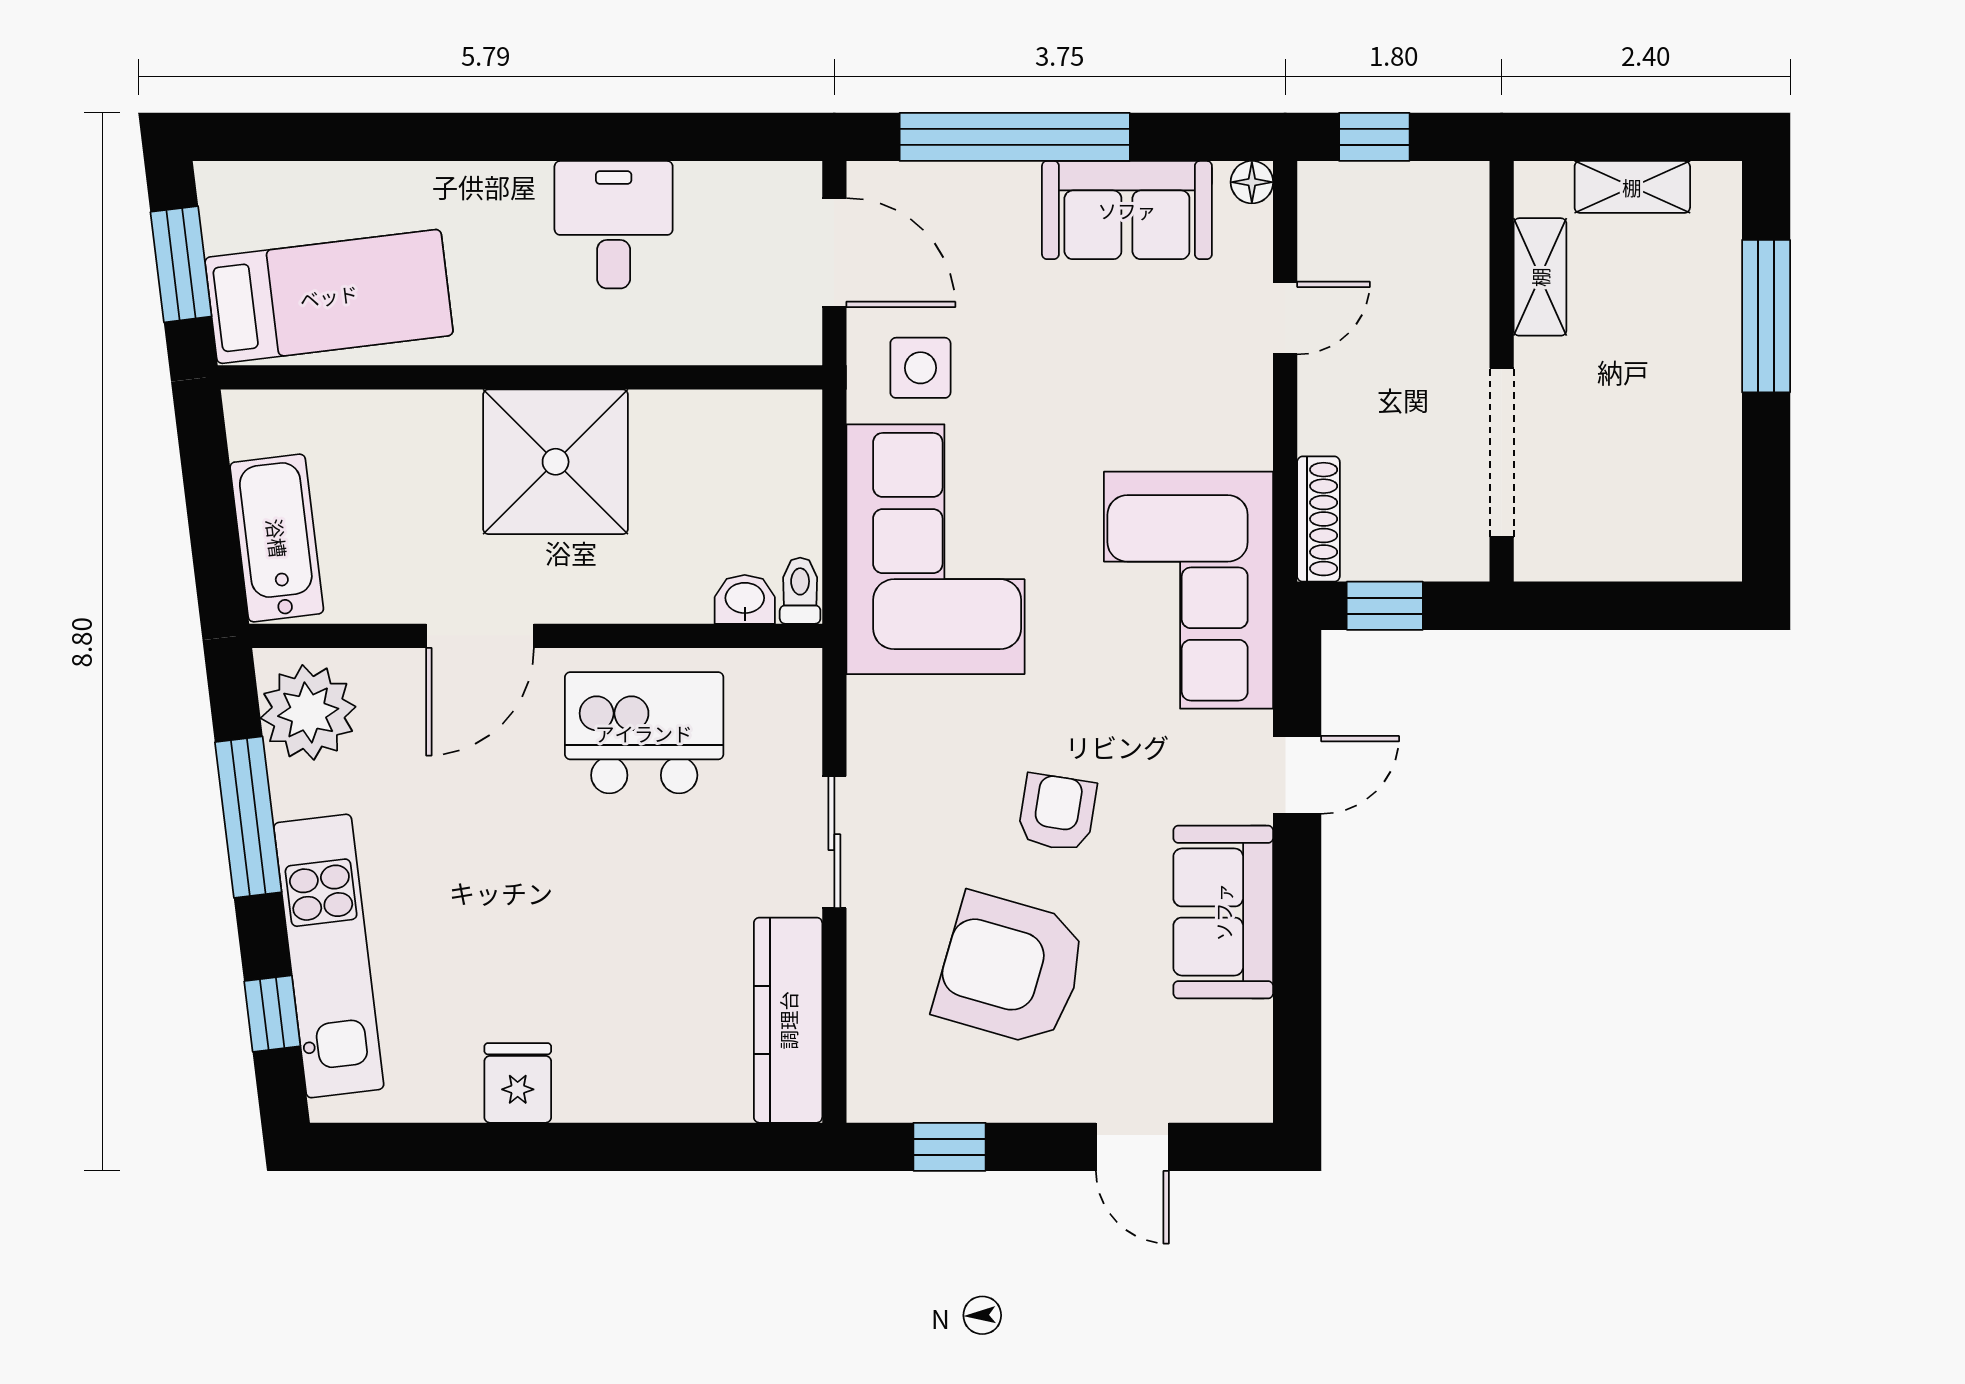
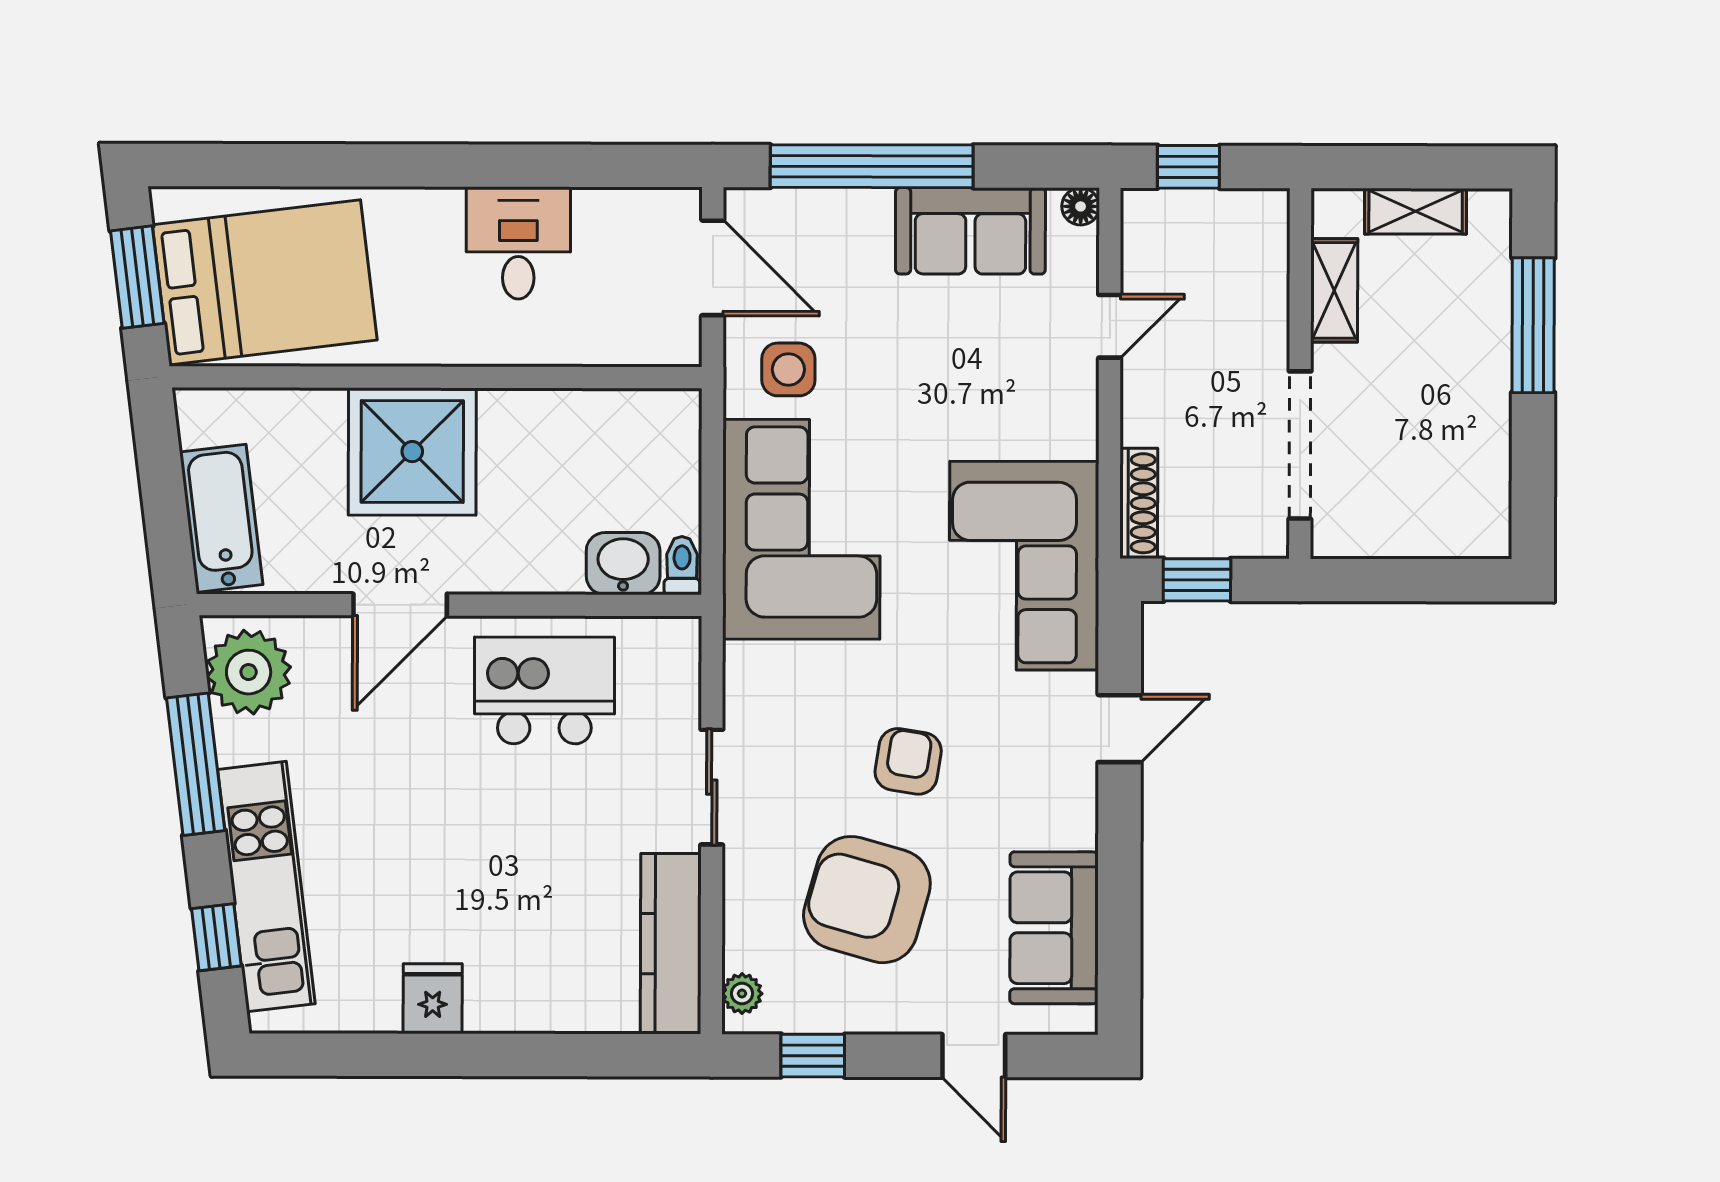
bed: (329, 296) -> (265, 282), width x1.50
shower: (556, 462) -> (412, 452), moved
washbasin: (745, 599) -> (623, 564), width x1.38, depth x1.45
sofa: (1223, 912) -> (1054, 928), moved
plant: (869, 1076) -> (742, 994), added

